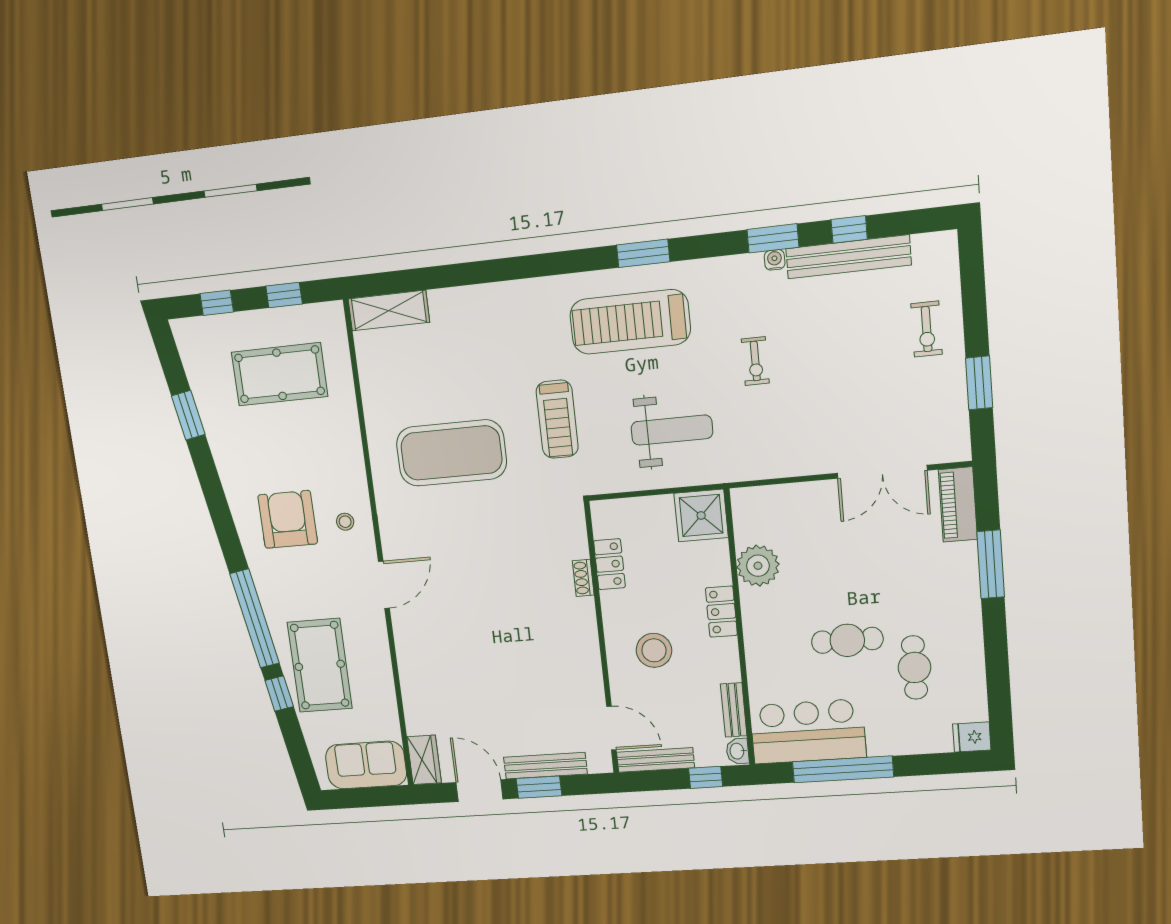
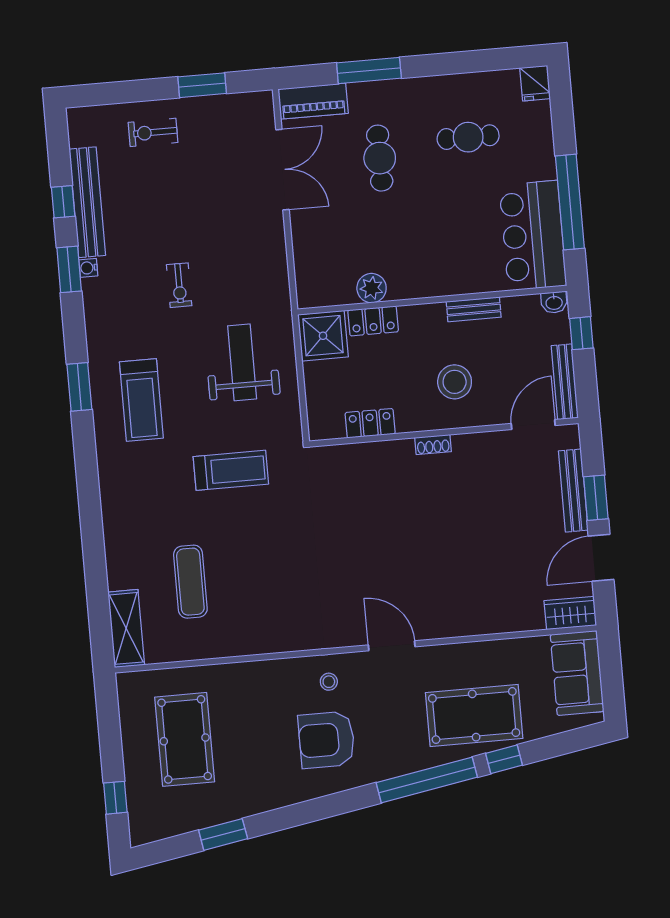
window: (284, 295) -> (109, 730), removed
treadmill: (630, 322) -> (141, 400), width x0.73, depth x0.73
exercise bike: (927, 329) -> (153, 132), turned 180
exercise bike: (755, 361) -> (179, 285), turned 90
exercise mat: (451, 453) -> (190, 582), moved, width x0.50, depth x0.69
plant: (758, 566) -> (372, 288), width x0.73, depth x0.73
shoe rack: (583, 578) -> (433, 445), moved
locker: (721, 612) -> (373, 321), moved
cafe table: (847, 640) -> (380, 158), moved
bench: (734, 710) -> (474, 309), moved

